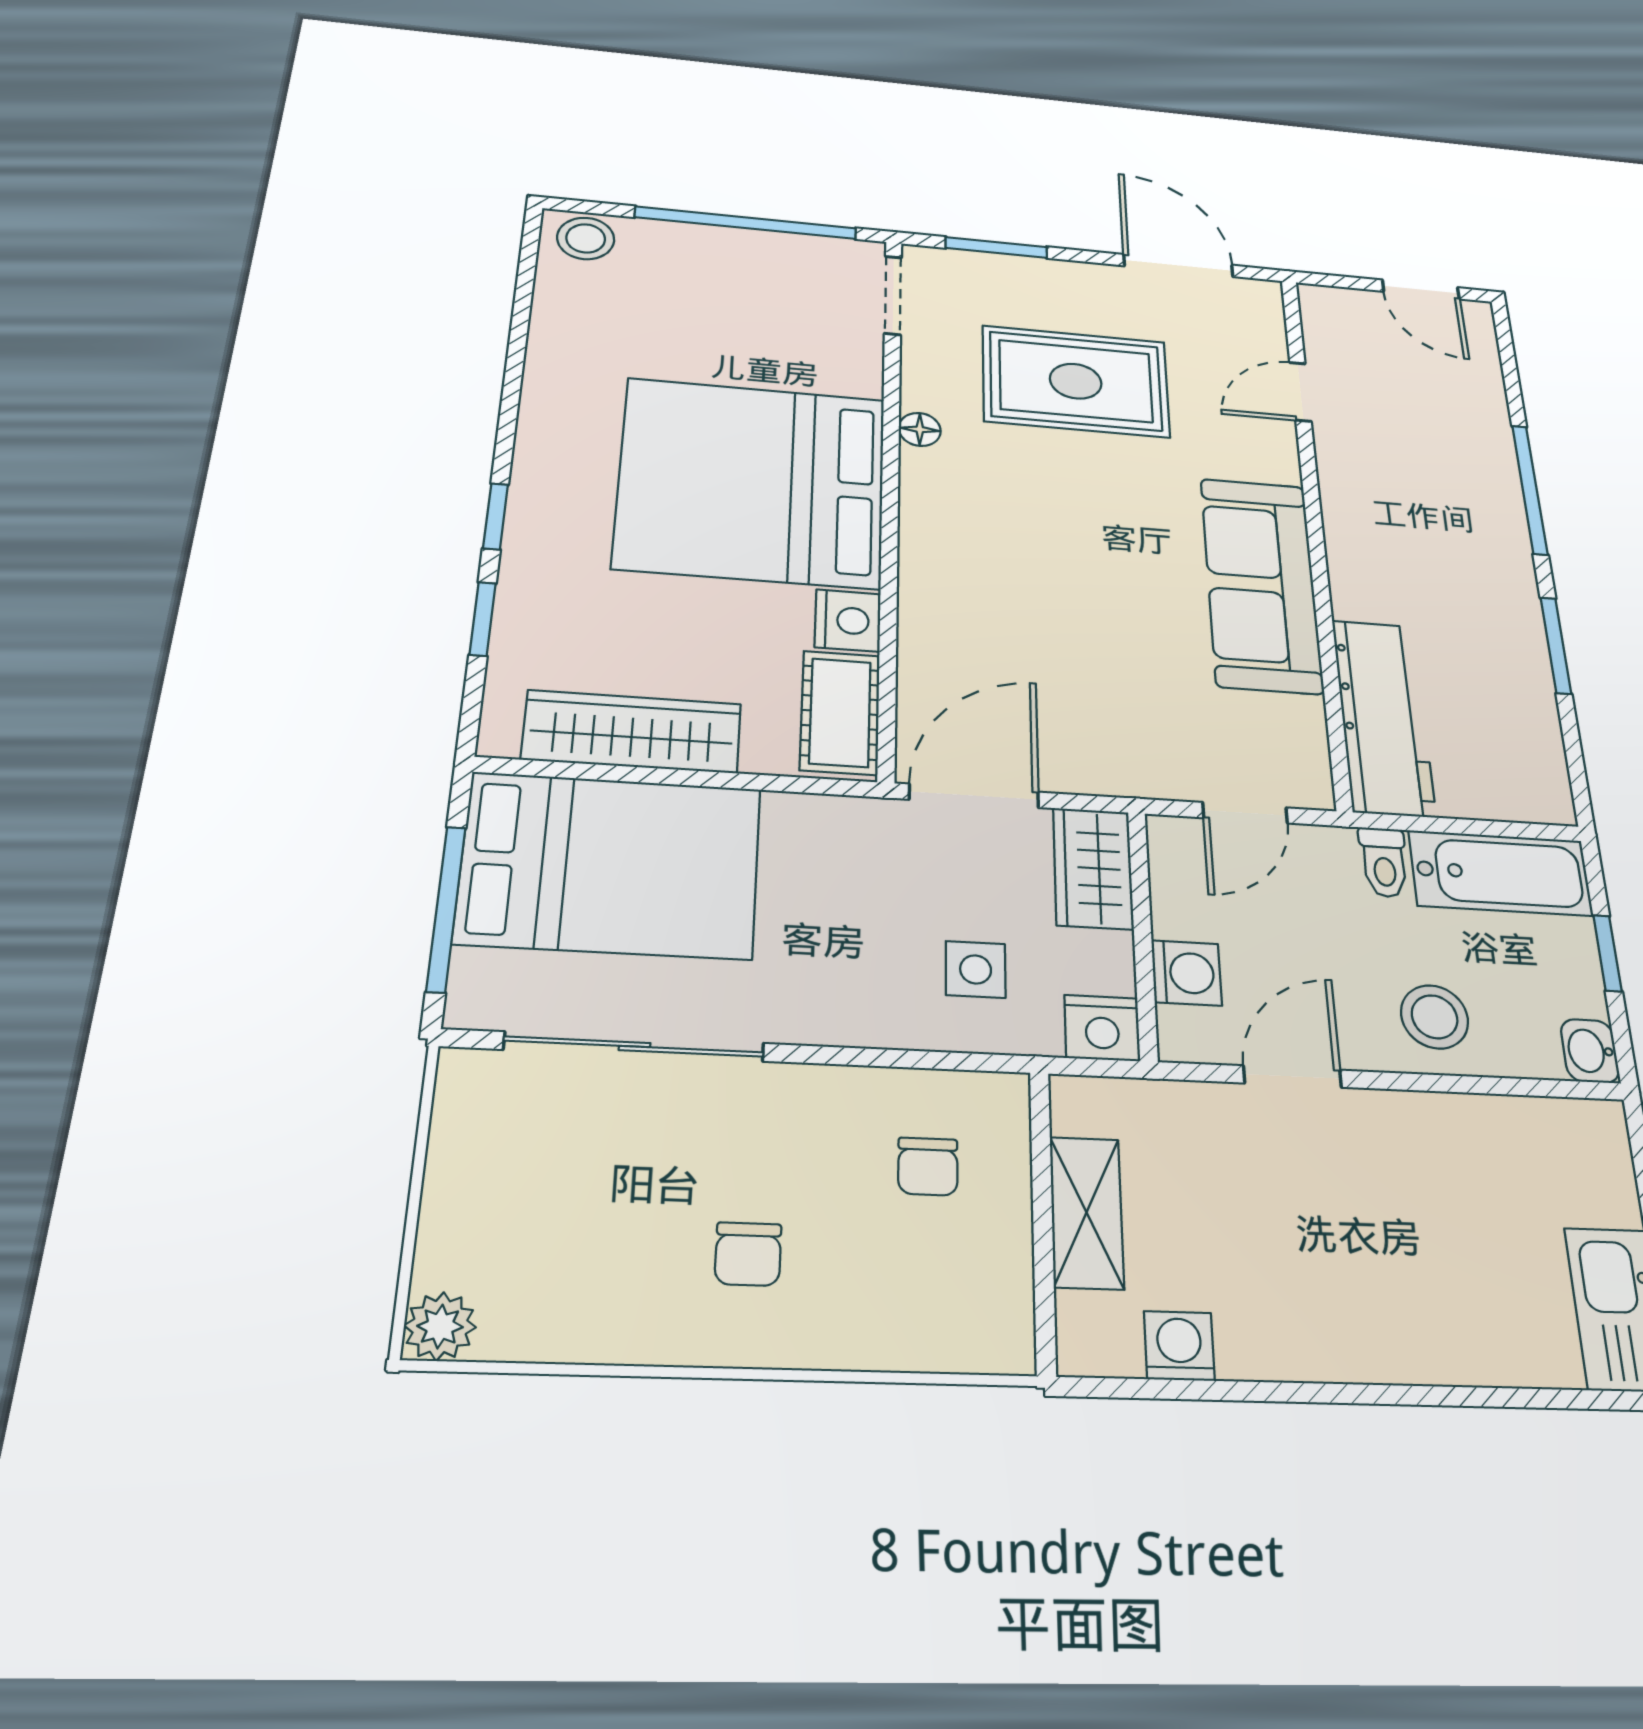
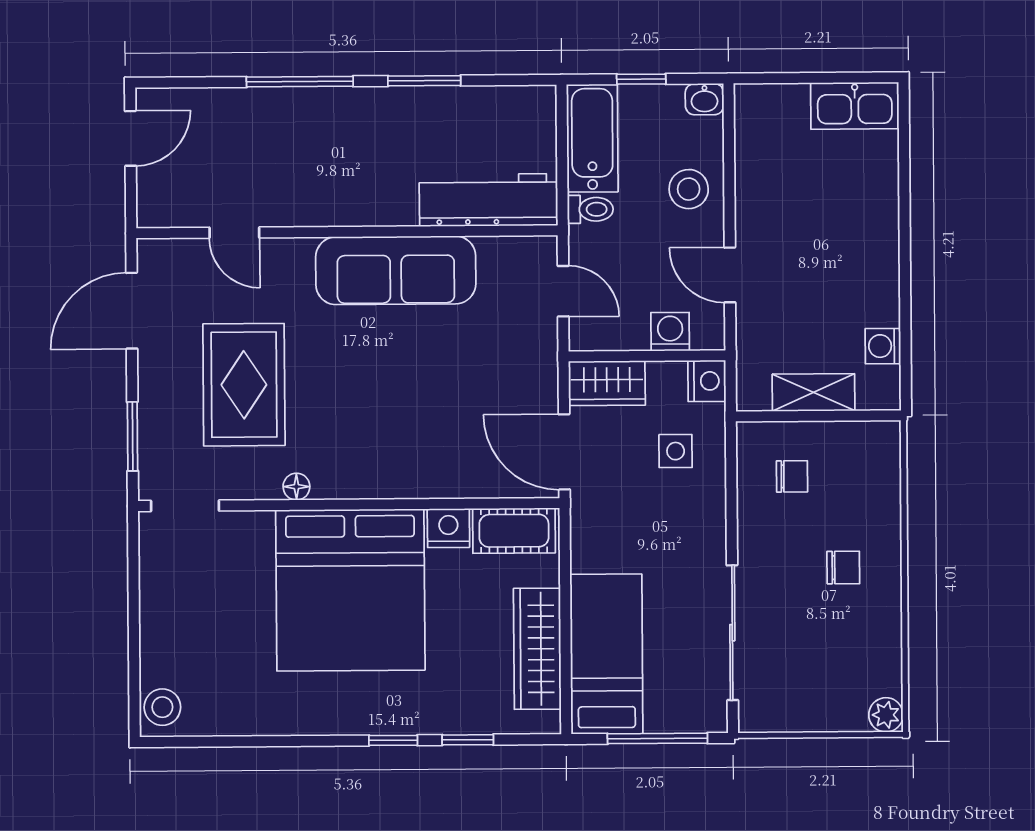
window: (746, 223) -> (134, 605), removed
bed: (610, 865) -> (606, 654), width x0.67

